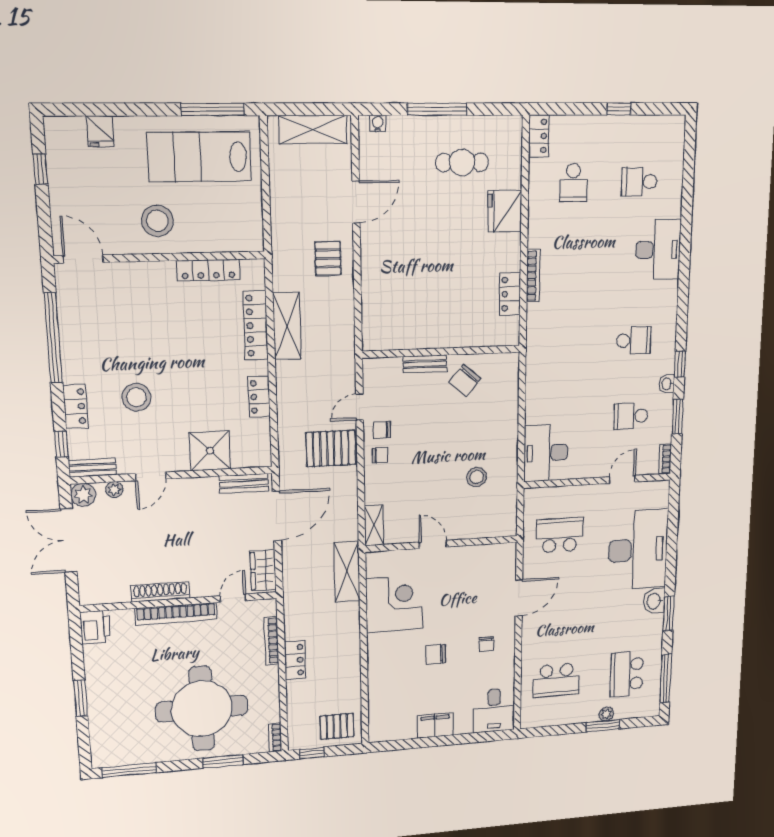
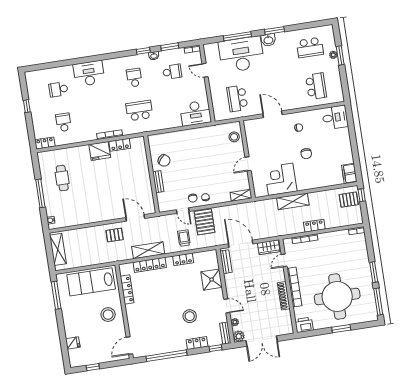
lab bench: (199, 157) -> (91, 282), moved, turned 90
school desk: (639, 182) -> (58, 89), turned 90
school desk: (573, 183) -> (64, 122), turned -90
door: (356, 202) -> (135, 218), moved
fridge: (505, 211) -> (100, 151), moved
school desk: (570, 343) -> (139, 111), added
trolley: (303, 403) -> (184, 238), added
school desk: (631, 416) -> (172, 72), turned -90
stool: (477, 477) -> (234, 137), moved
shelving: (347, 571) -> (293, 201), moved
door: (233, 598) -> (284, 260), hinge flipped
window: (666, 678) -> (237, 36), moved
round table: (202, 709) -> (337, 296), moved
pallet: (337, 726) -> (349, 200), turned 90
filing cabinet: (435, 726) -> (349, 174), moved
window: (312, 753) -> (362, 195), moved
window: (223, 761) -> (374, 272), moved

